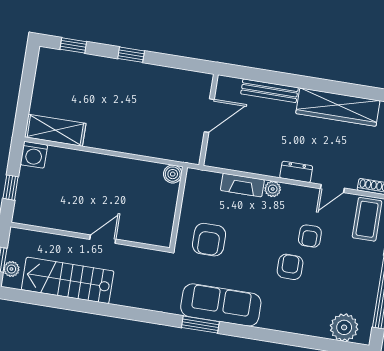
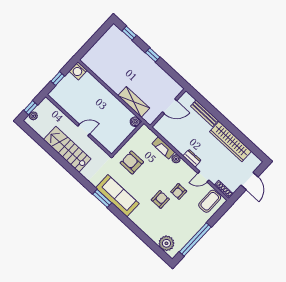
shelving: (55, 130) -> (134, 102), moved
armchair: (209, 240) -> (132, 162), turned 90
stairs: (68, 280) -> (67, 149), moved

